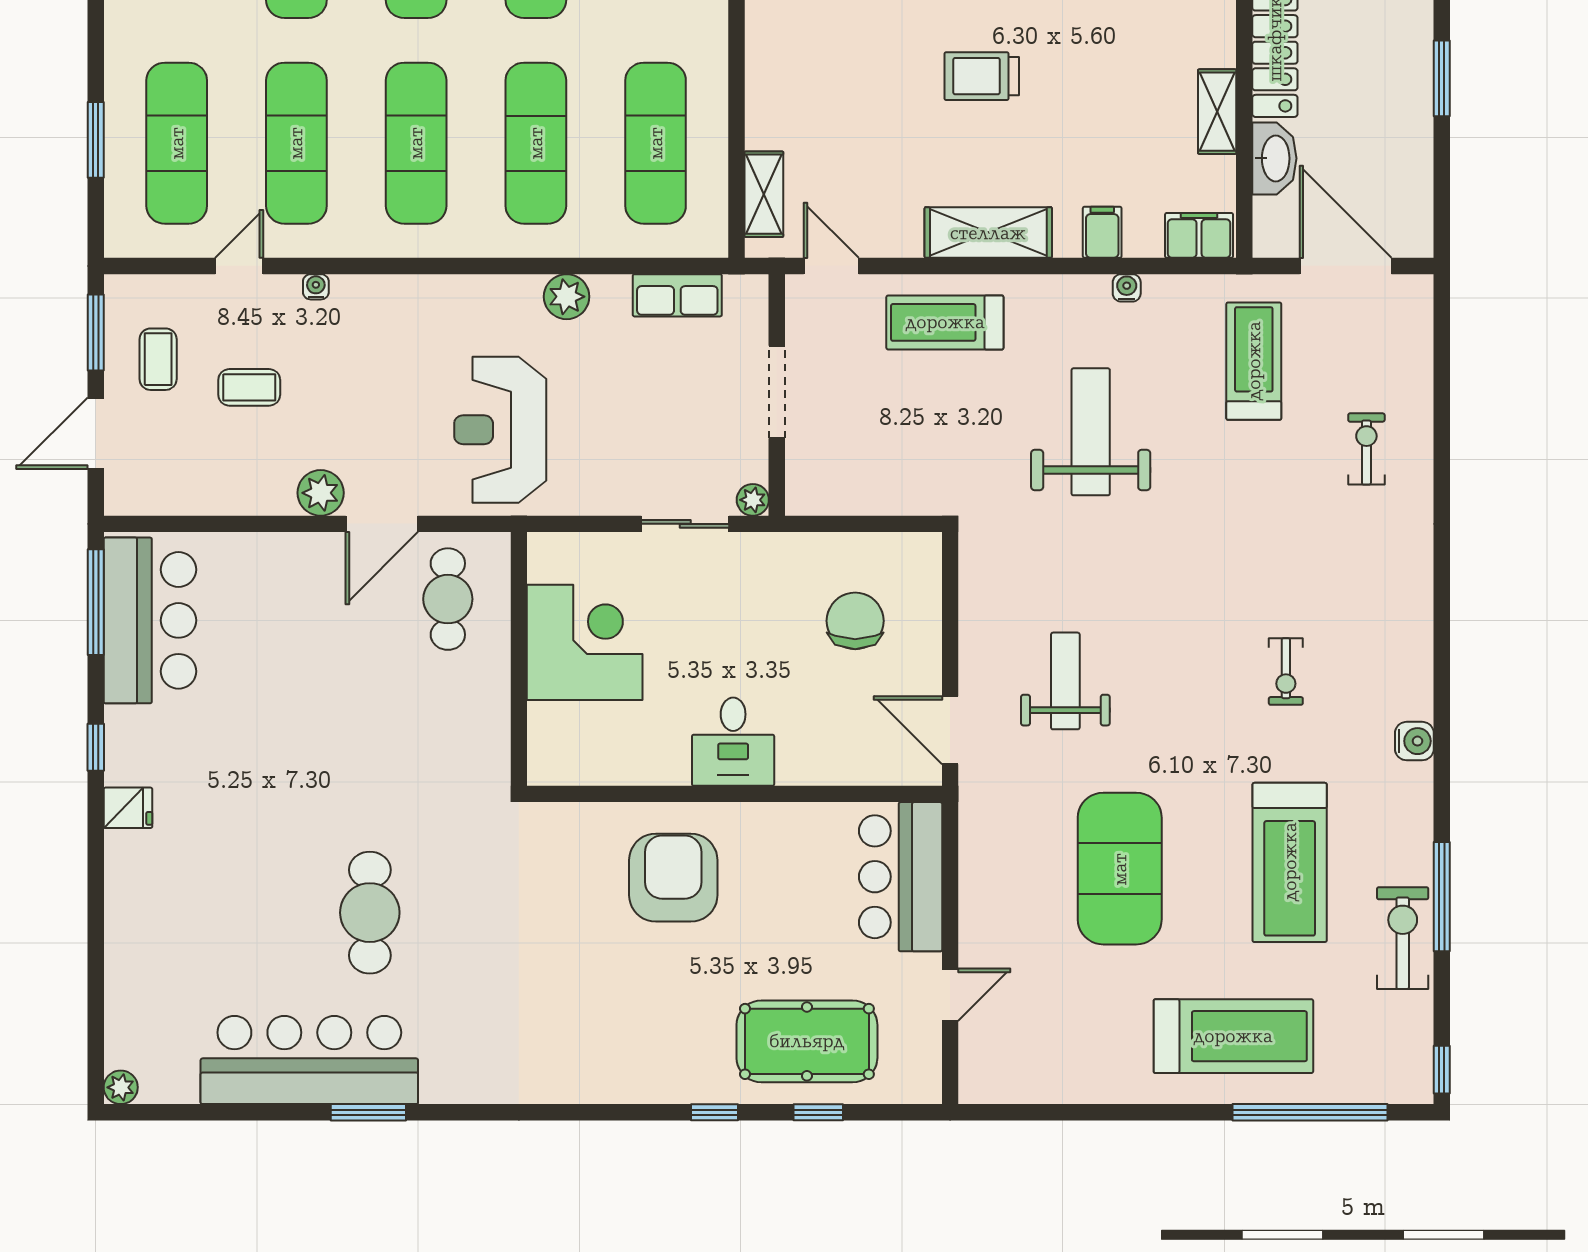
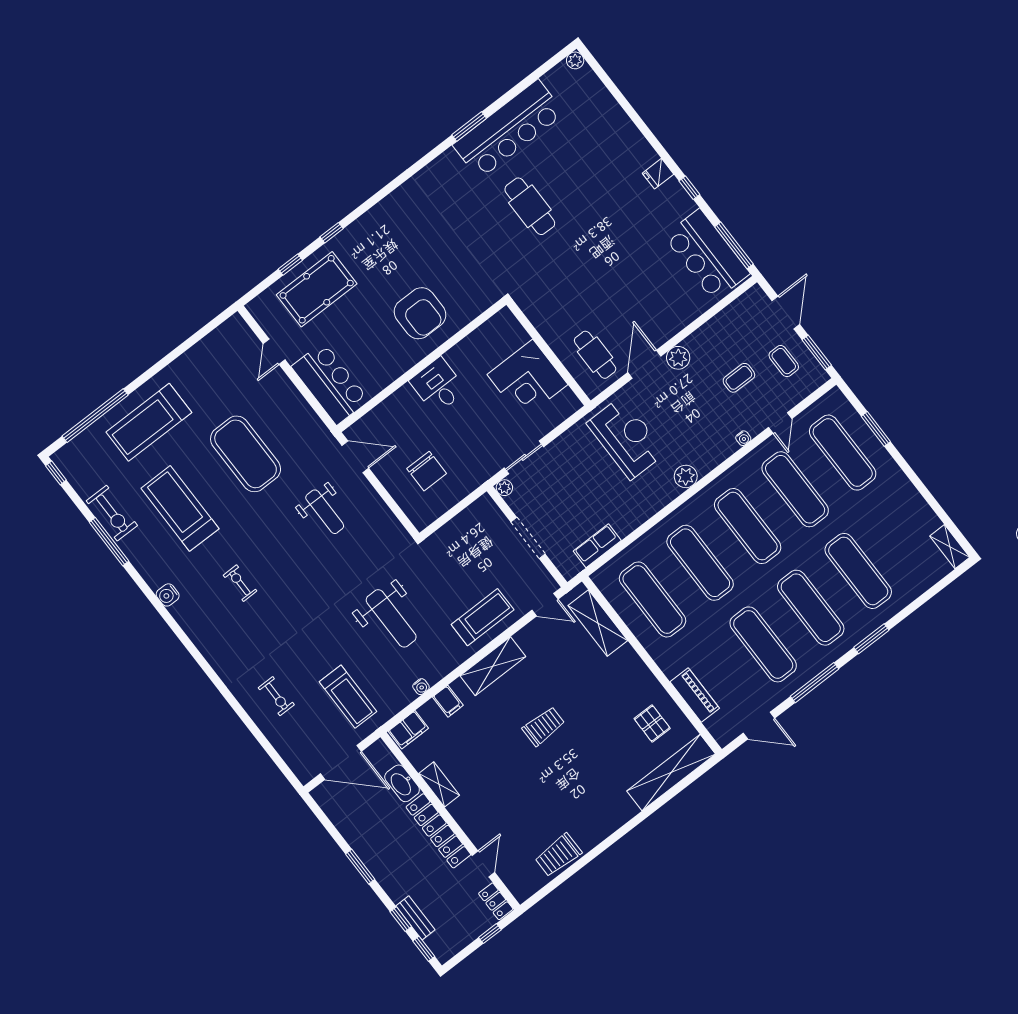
shelving: (764, 194) -> (598, 623), width x1.50, depth x1.33
plant: (567, 297) -> (686, 476), moved

